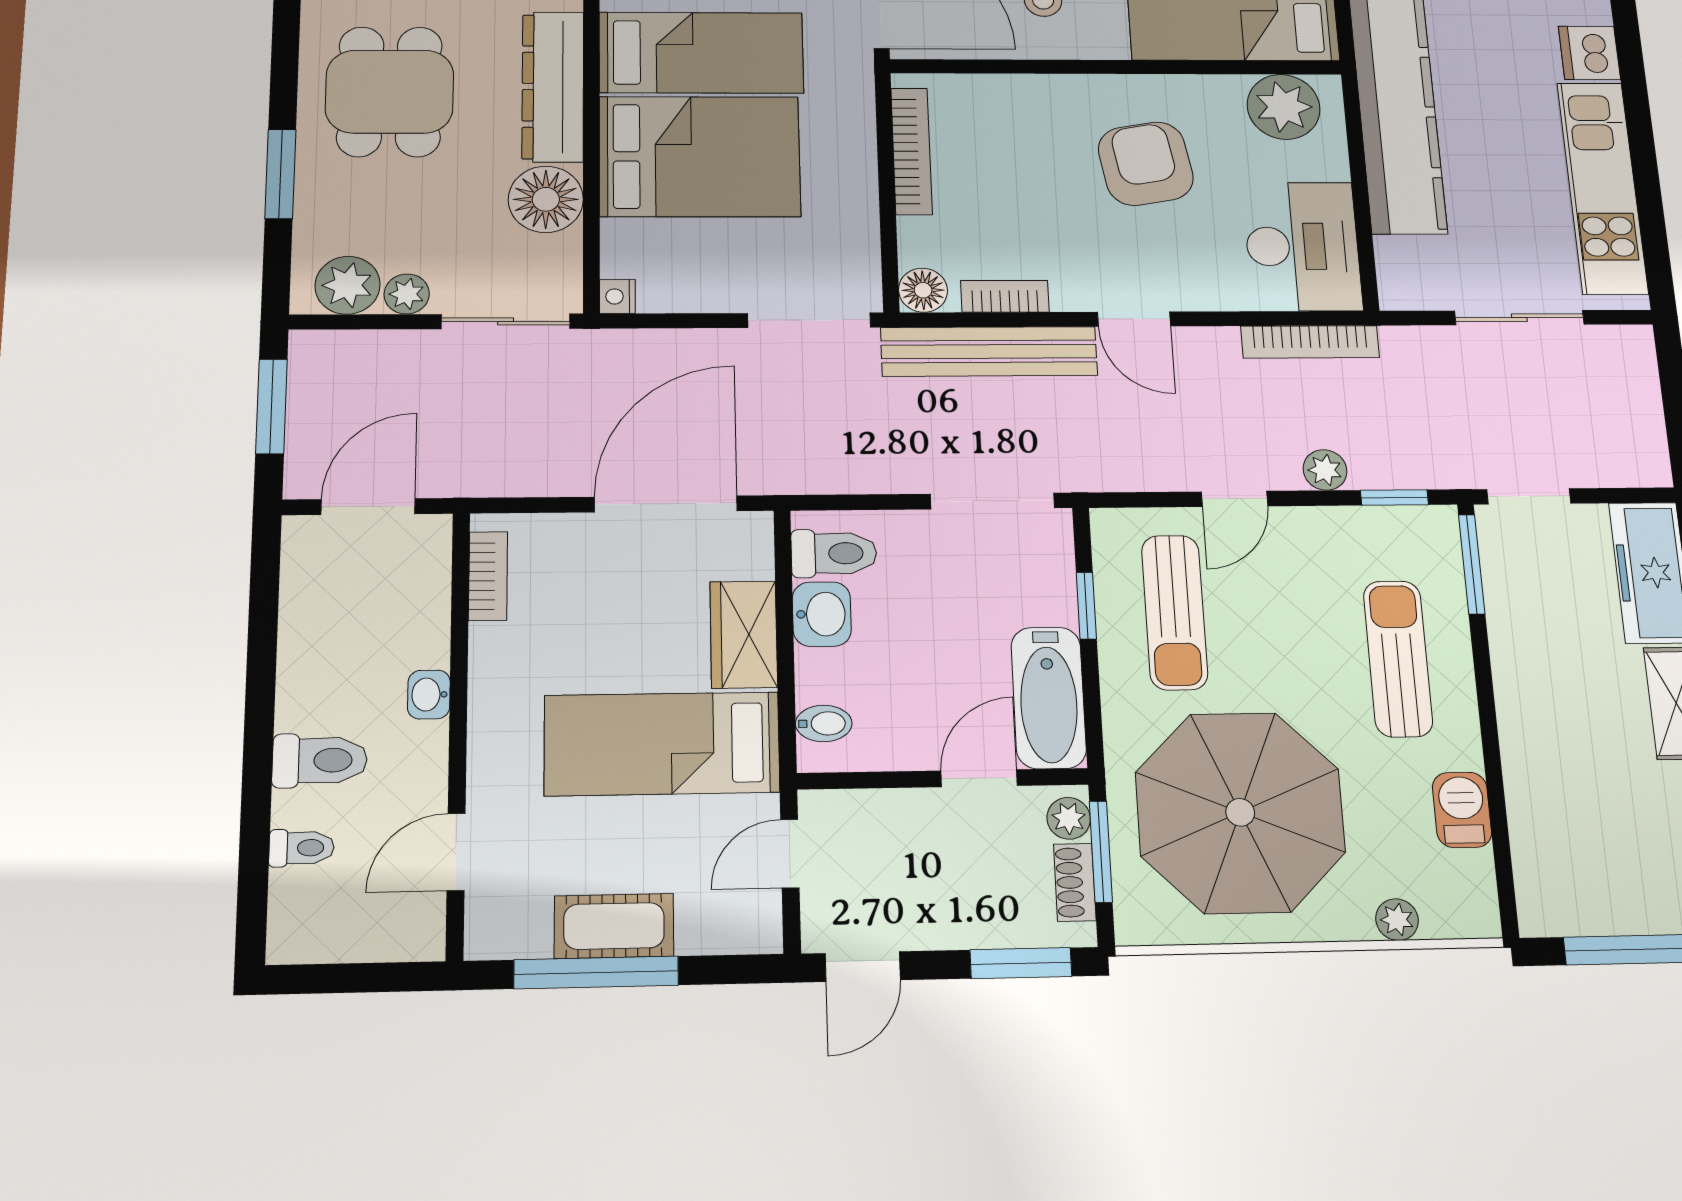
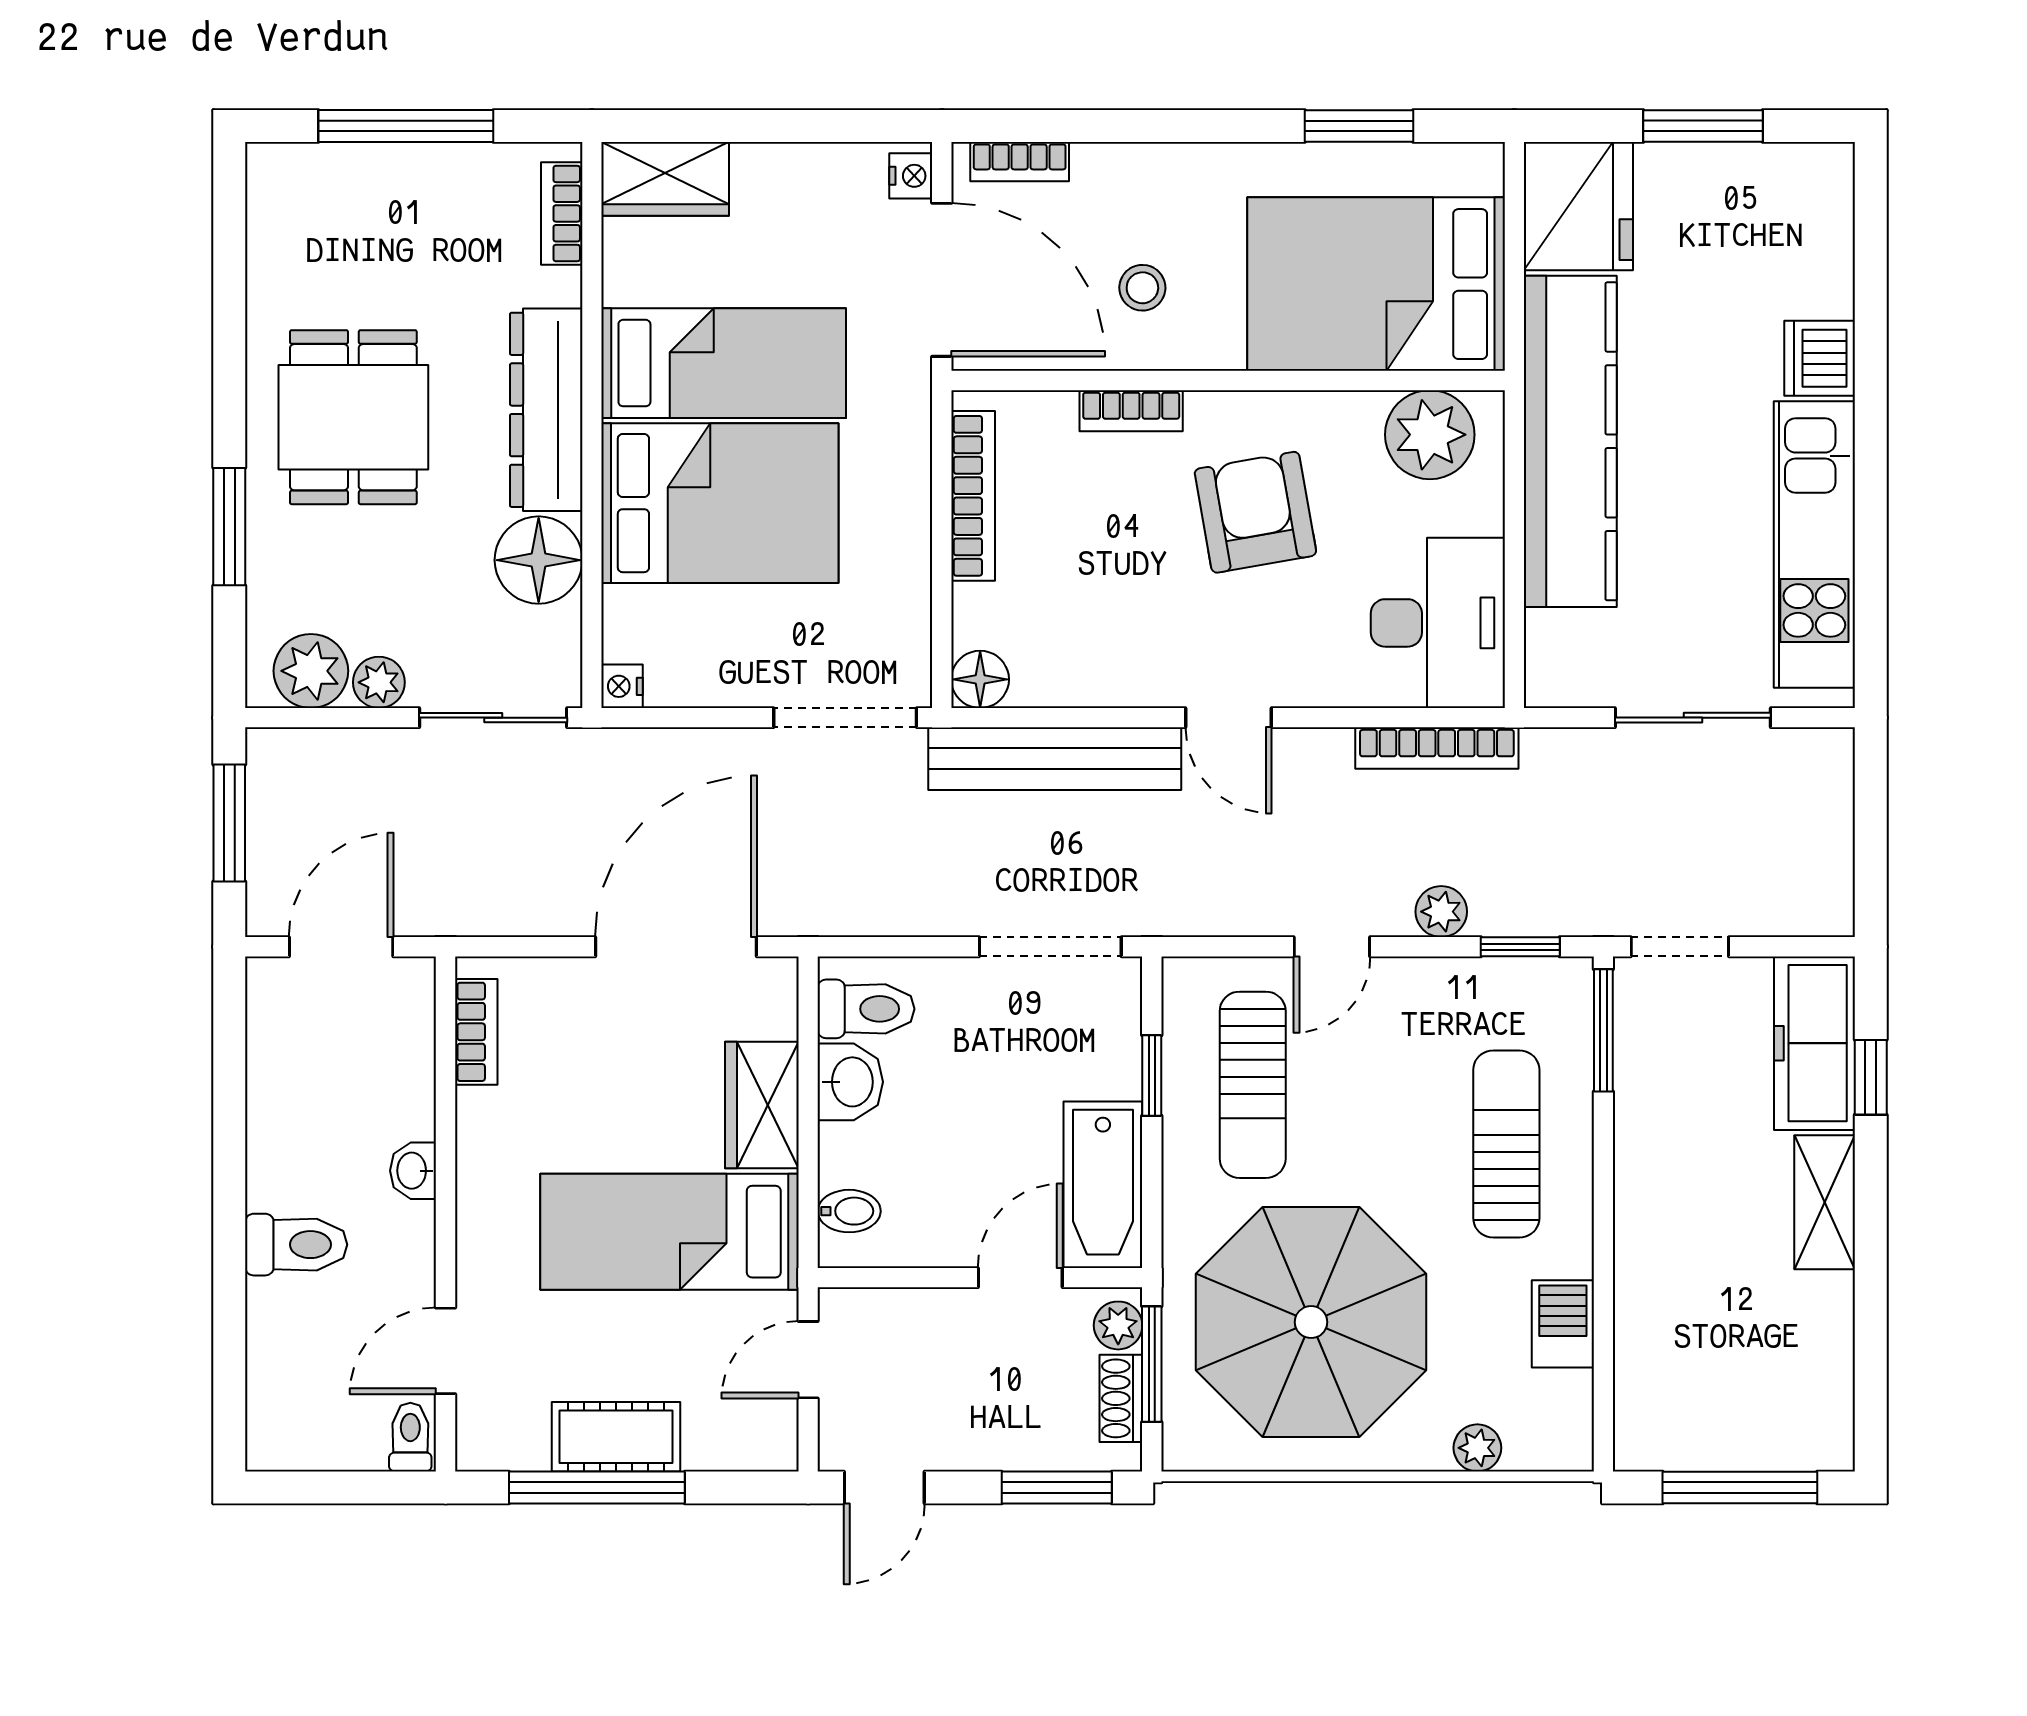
bookcase: (1005, 296) -> (1131, 411), moved, turned 180
toilet: (302, 848) -> (410, 1437), moved, turned -90

